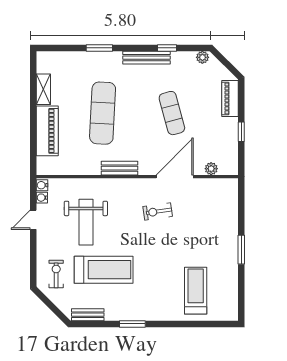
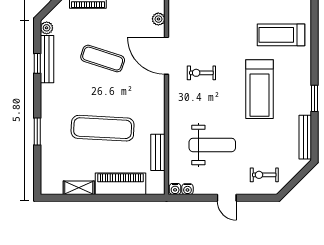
bench: (147, 58) -> (47, 59), moved
exercise mat: (172, 113) -> (103, 59), turned 33
bench: (120, 168) -> (158, 152), moved
exercise bike: (158, 211) -> (201, 73), turned 98
door: (33, 220) -> (227, 198), moved
treadmill: (104, 270) -> (260, 89), moved, turned 180
bench: (88, 315) -> (305, 137), width x1.36

